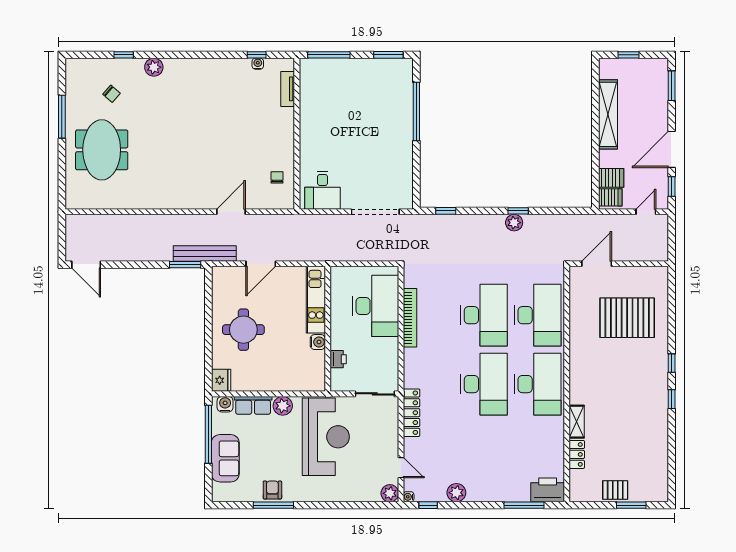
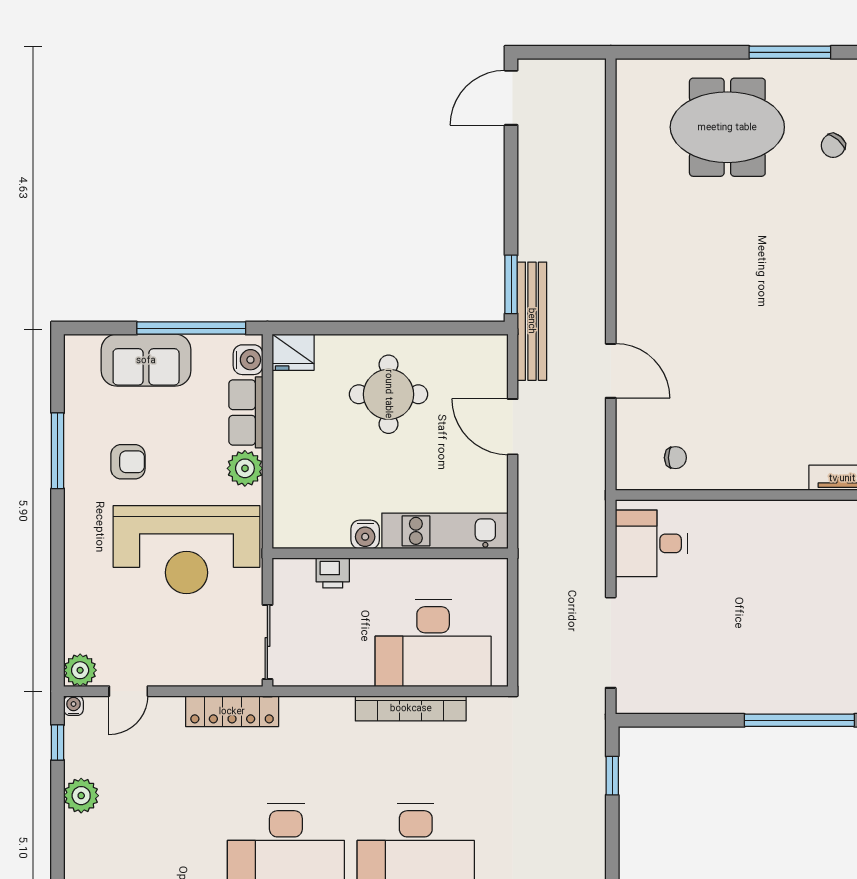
armchair: (272, 490) -> (128, 462), moved

